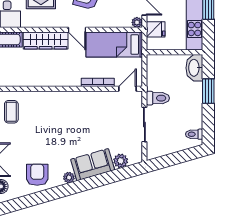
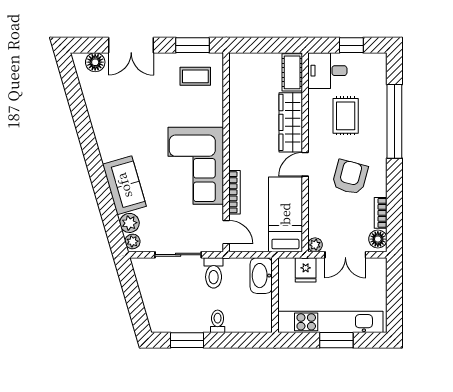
washbasin: (194, 68) -> (261, 276), moved, turned -90
window: (208, 91) -> (187, 340), moved
corner sofa: (78, 111) -> (196, 166), added
toilet: (194, 134) -> (218, 321), moved
armchair: (37, 175) -> (111, 111), removed
plant: (69, 178) -> (132, 241), moved

